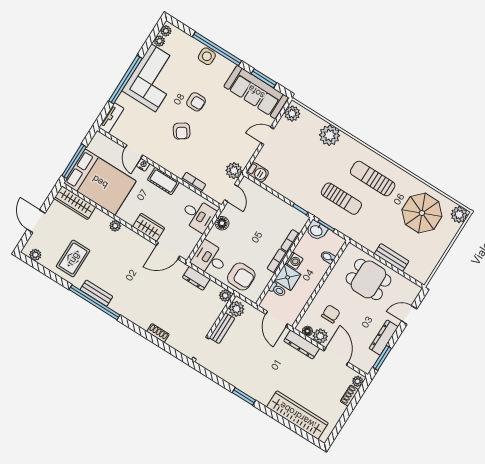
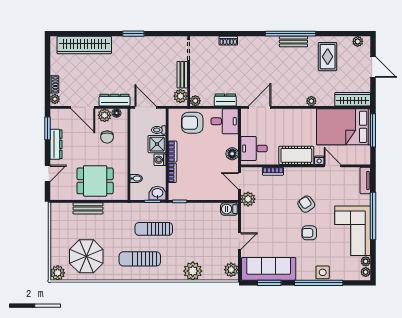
sun lounger: (373, 179) -> (140, 259), turned 180
cot: (163, 181) -> (296, 155), width x1.37, depth x1.34
wardrobe: (149, 227) -> (285, 116), removed

